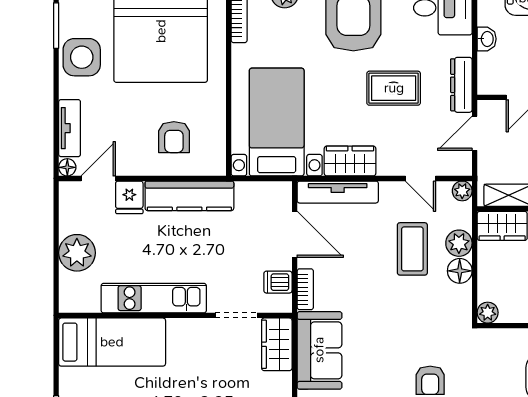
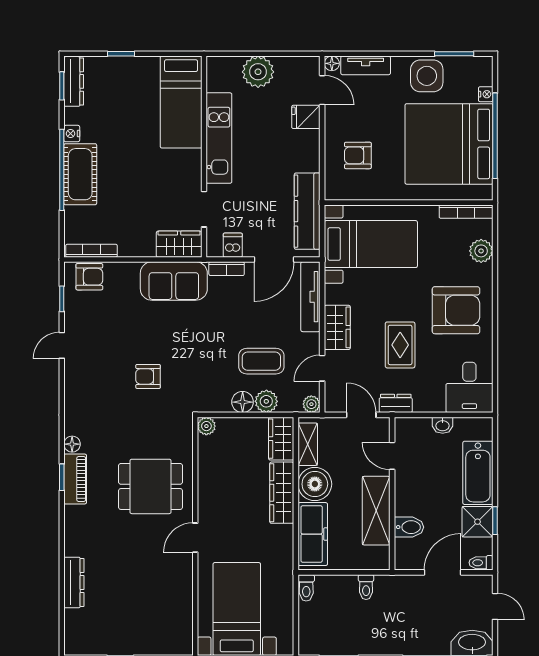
dresser: (461, 85) -> (396, 403), width x0.70
wardrobe: (350, 161) -> (337, 327), moved
kitchen counter: (189, 196) -> (307, 211), moved

